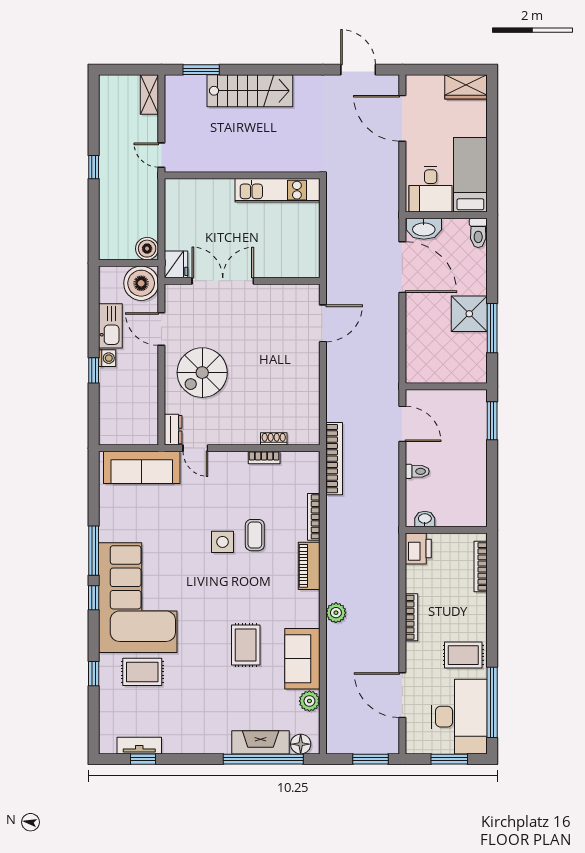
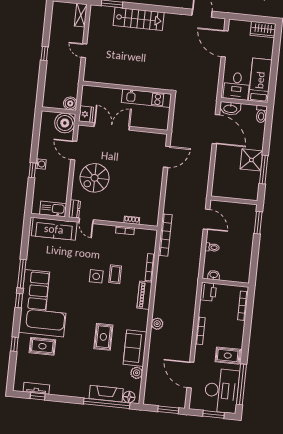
wall: (242, 175) -> (127, 88), moved
kitchen unit: (278, 190) -> (146, 98), moved
kitchen sink: (110, 326) -> (53, 209), moved, turned -90

